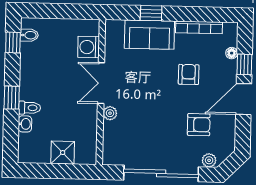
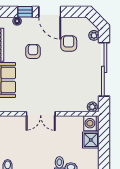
washing machine: (89, 47) -> (91, 123), moved, turned 90
armchair: (189, 74) -> (33, 51), turned 90
plant: (110, 113) -> (92, 107), moved

